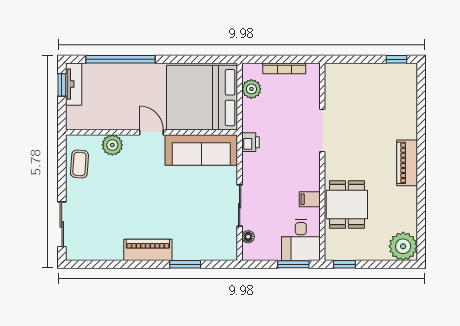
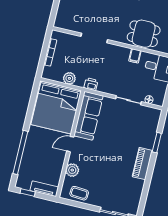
tv unit: (74, 84) -> (44, 189), moved
plant: (251, 89) -> (69, 78), moved

